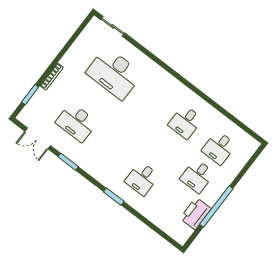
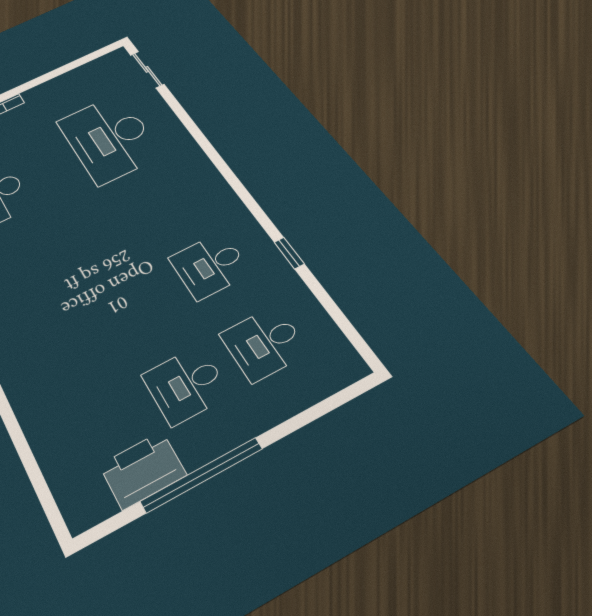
window: (214, 104) -> (289, 253), added
desk: (142, 179) -> (60, 342), removed

